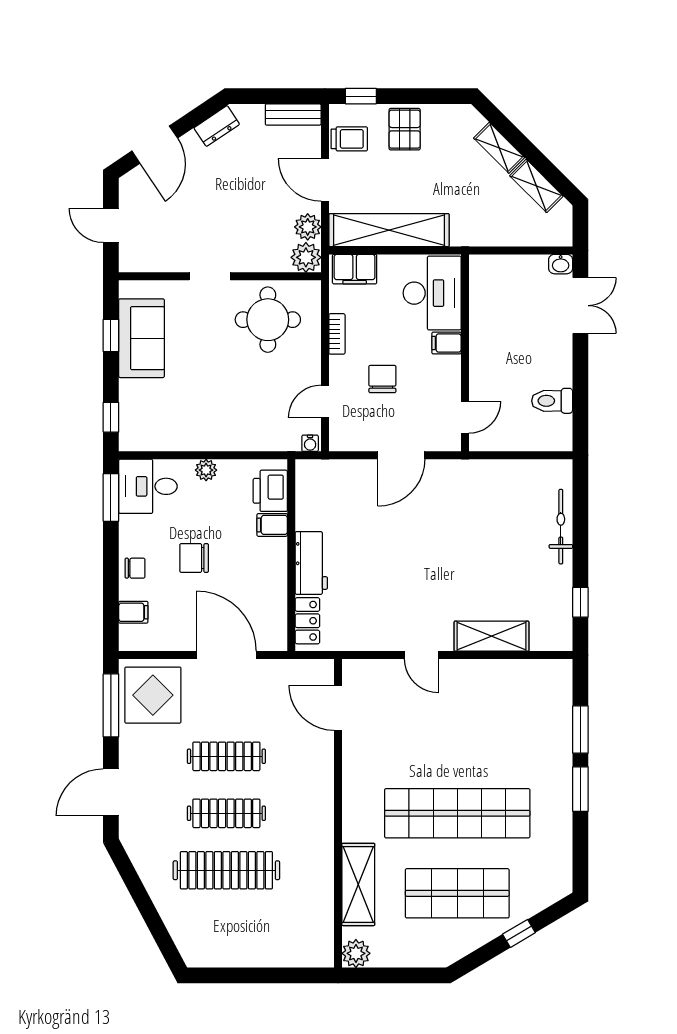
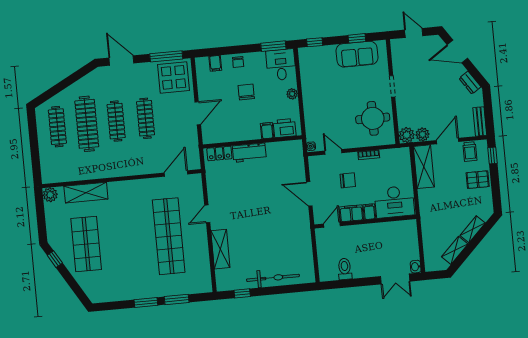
door: (111, 225) -> (414, 33), hinge flipped
shelving: (389, 230) -> (424, 167), width x0.68
filing cabinet: (355, 269) -> (351, 213), moved, turned 90
door: (465, 417) -> (332, 225), swing flipped
bicycle: (561, 527) -> (273, 278), width x1.37, depth x1.40
door: (226, 655) -> (198, 113), width x0.73
shop shelf: (457, 813) -> (169, 236), moved
clothes rail: (226, 927) -> (57, 127), added
window: (519, 933) -> (55, 259), moved

